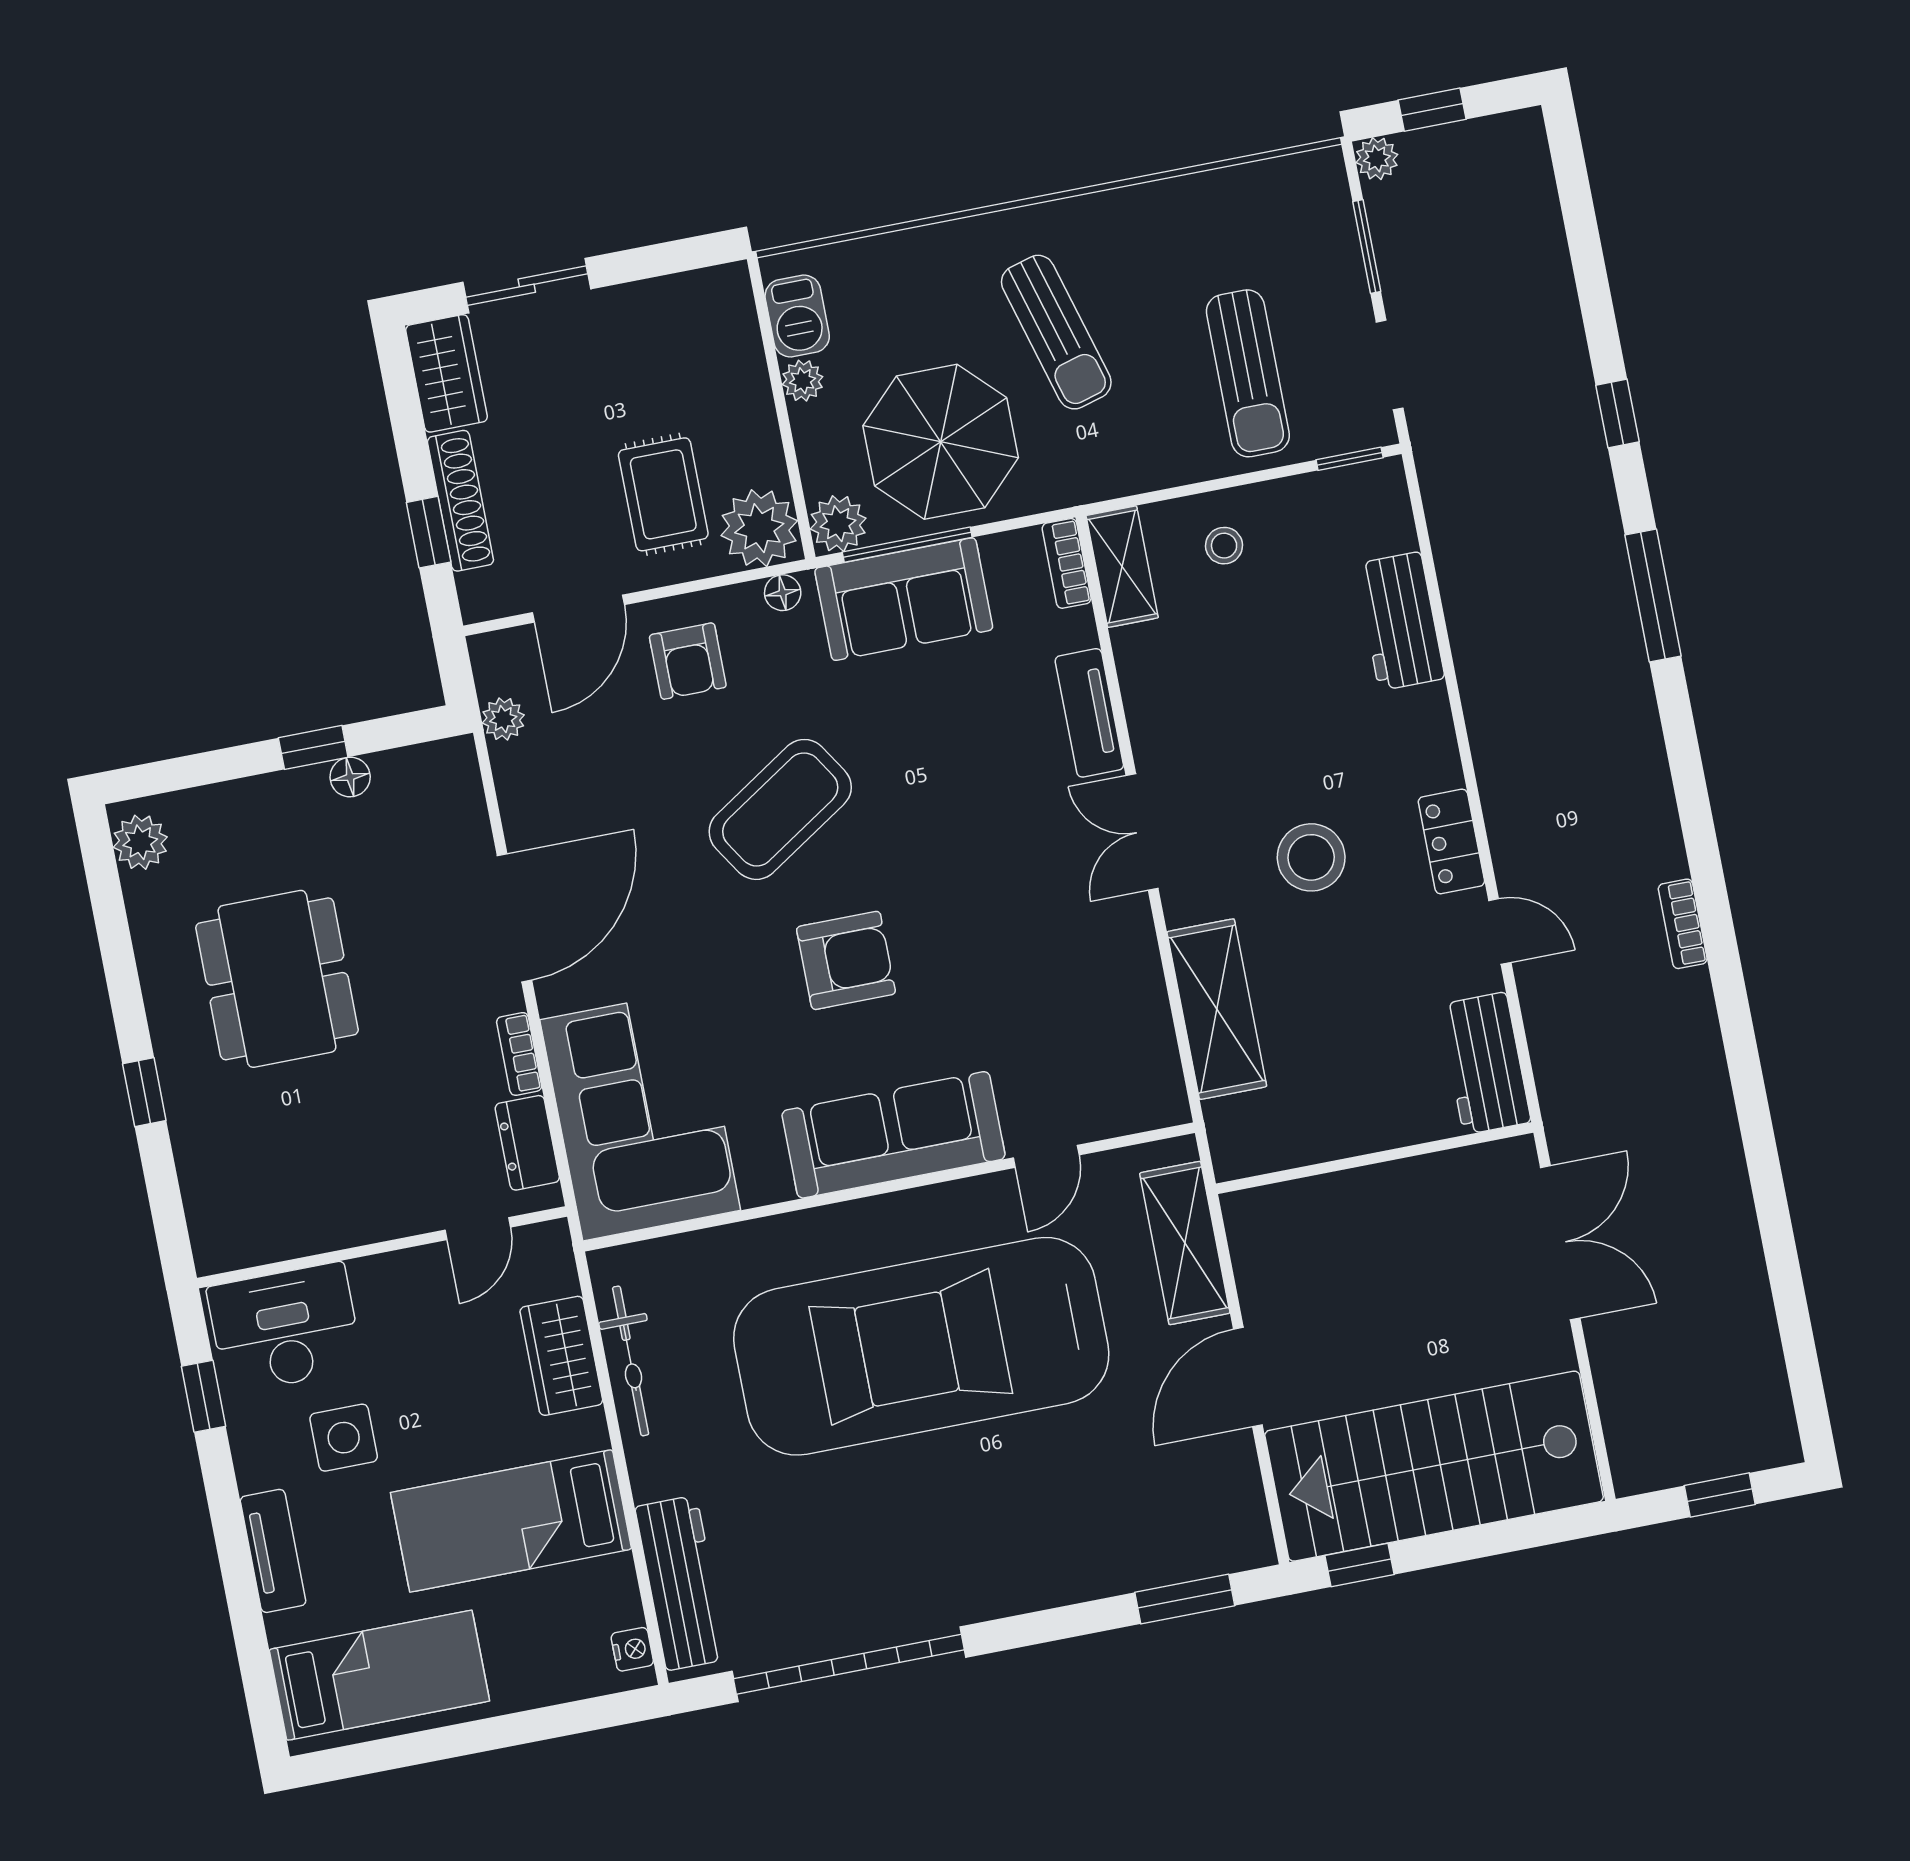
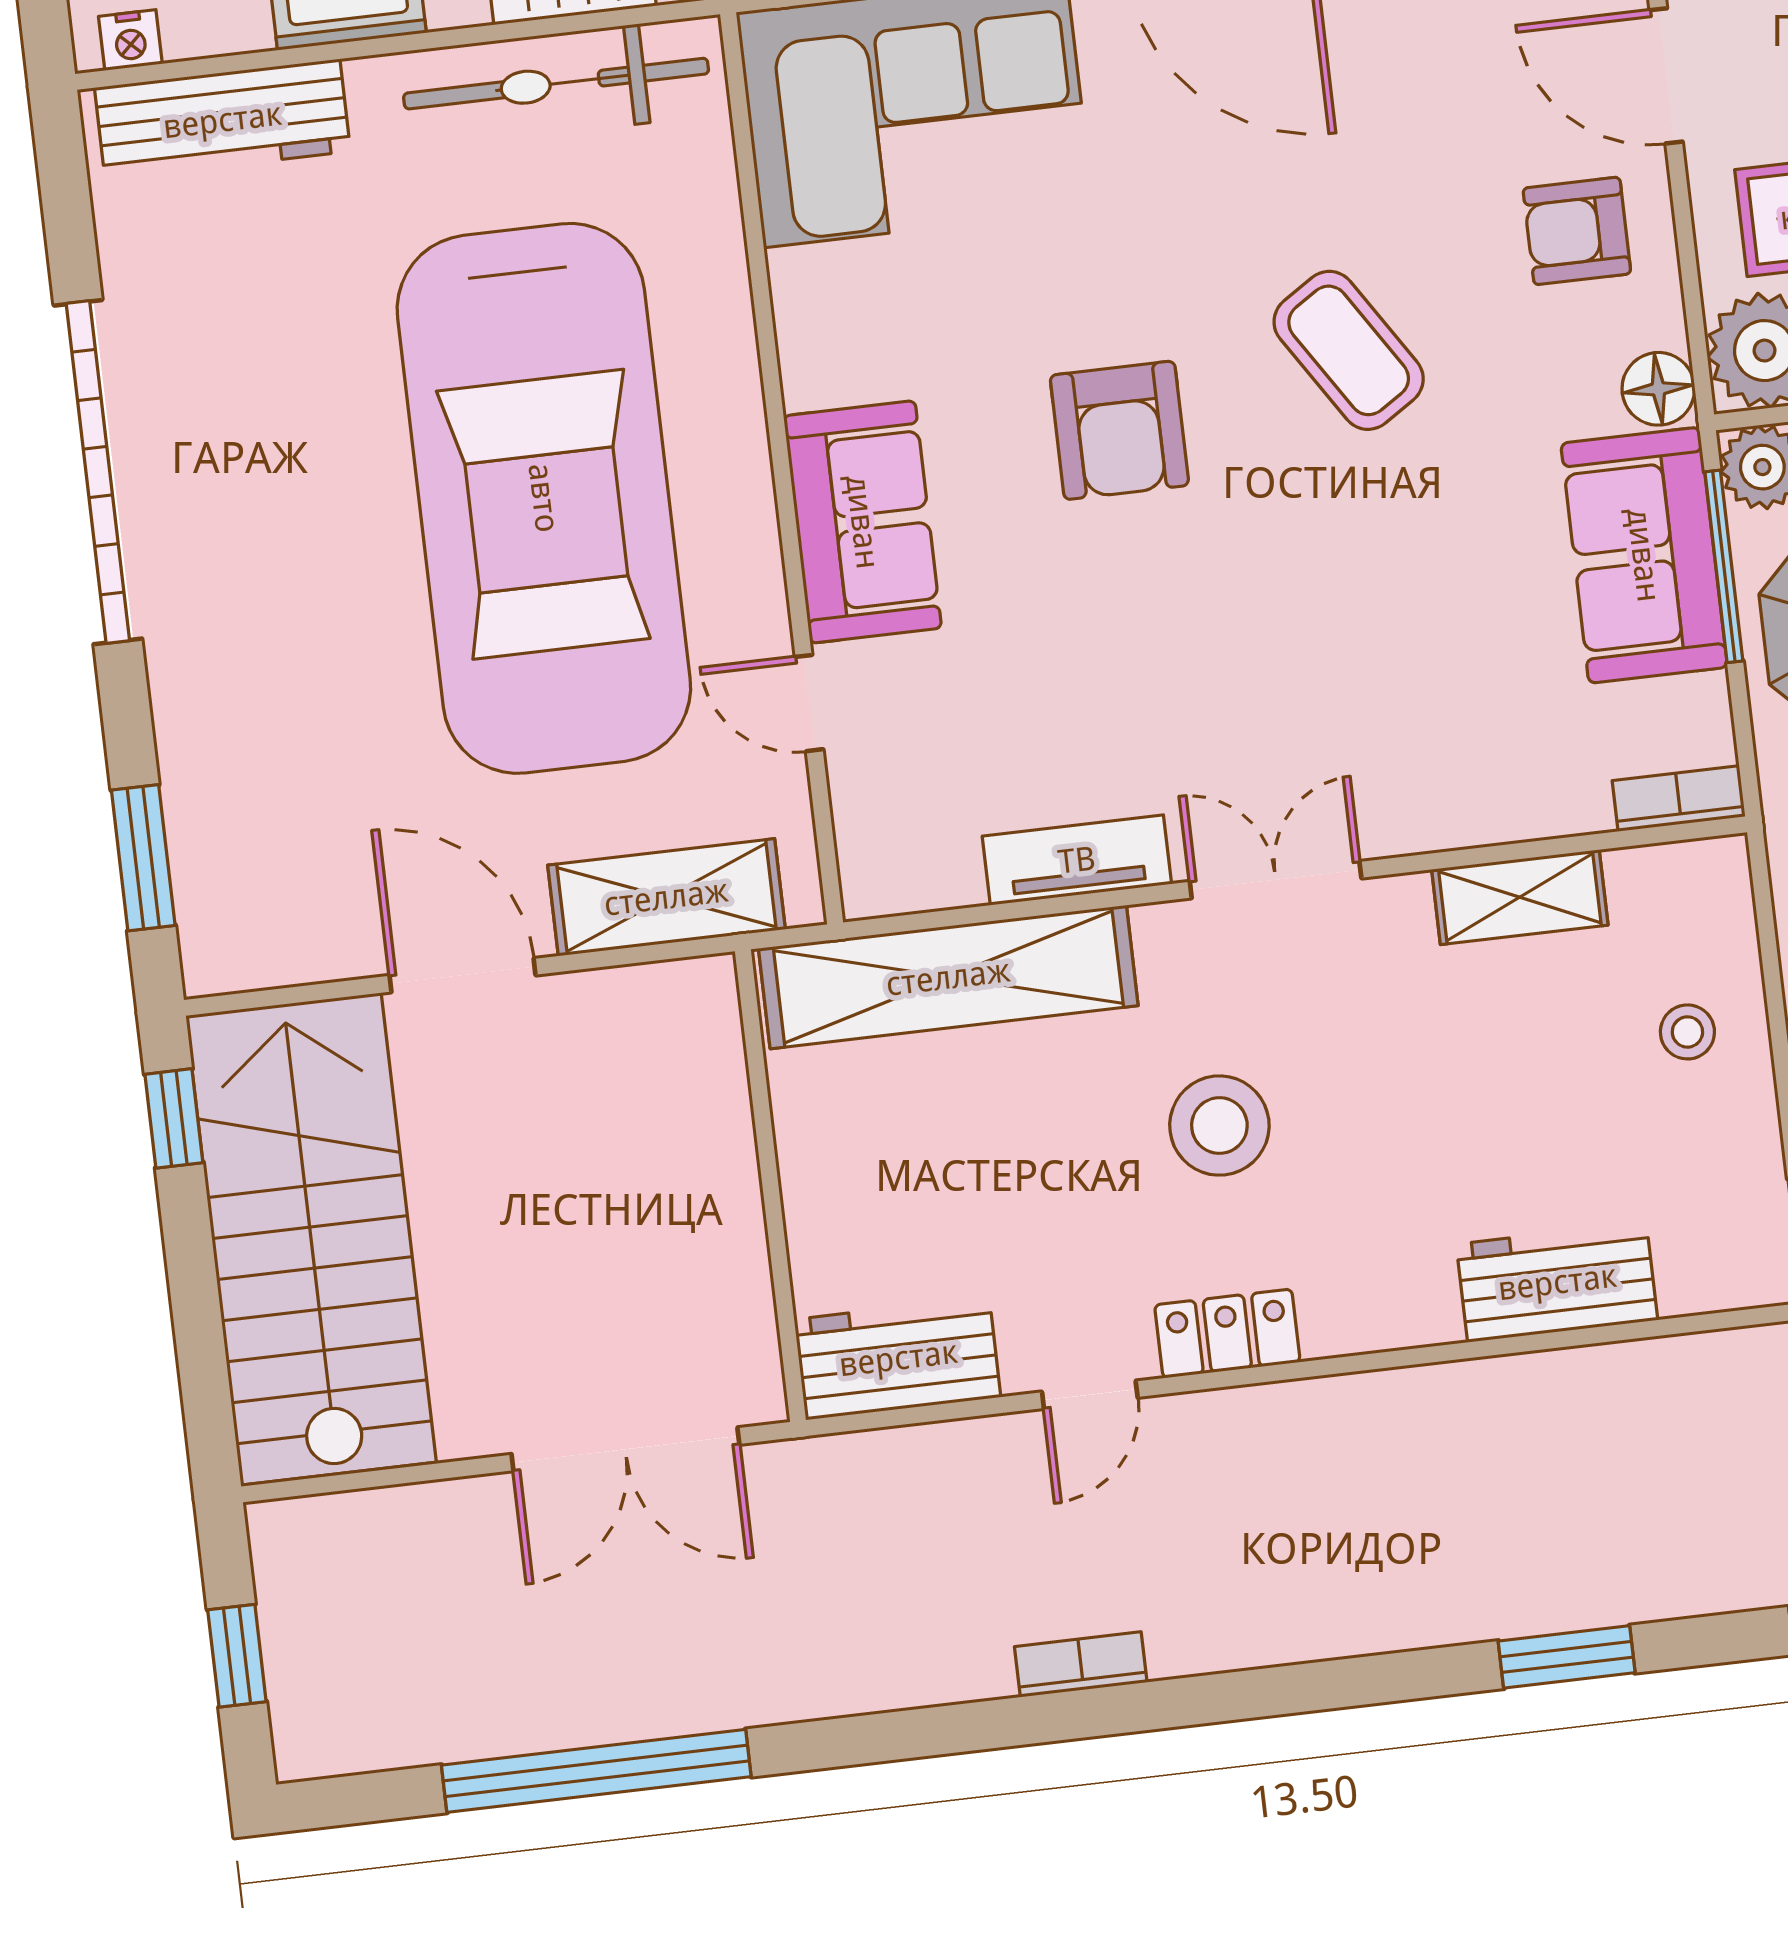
shelving: (1122, 567) -> (1520, 897), moved
floor lamp: (783, 593) -> (1658, 389), width x1.37, depth x1.37
window: (1653, 596) -> (1567, 1657), width x0.69
tv unit: (1089, 713) -> (1077, 860), moved
coffee table: (780, 809) -> (1349, 350), width x0.73, depth x0.76
shelving: (1217, 1009) -> (948, 977), width x1.47
sofa: (893, 1135) -> (863, 522), width x0.73
window: (1779, 1246) -> (596, 1771), added
car: (921, 1346) -> (544, 498), turned 180
bicycle: (631, 1361) -> (556, 84), width x1.37, depth x1.40
garage door: (849, 1664) -> (98, 472), moved

